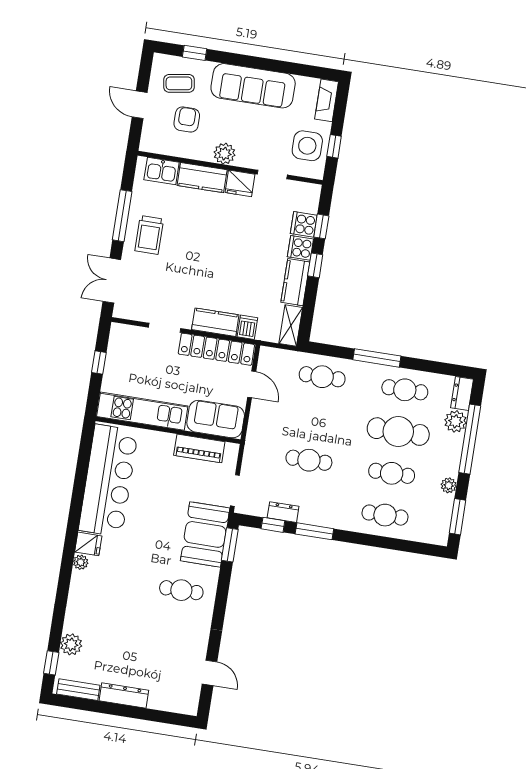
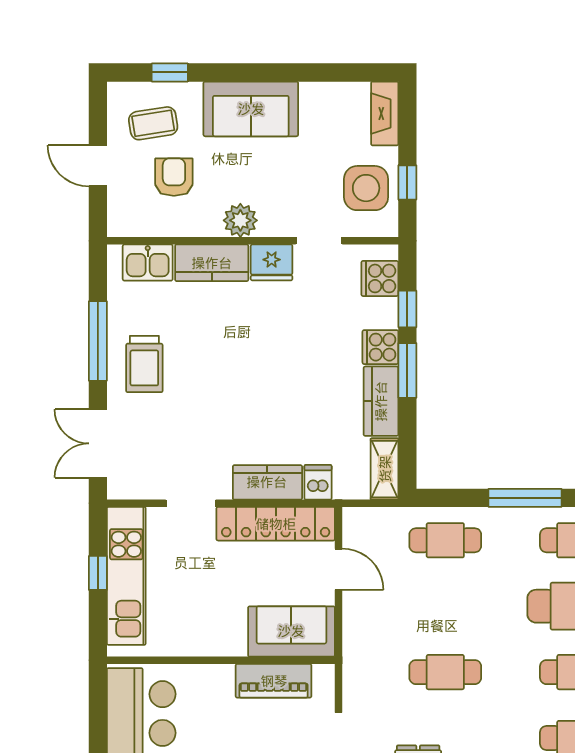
sofa: (253, 86) -> (251, 109), width x0.73
cooker: (304, 224) -> (380, 278), moved
window: (315, 265) -> (407, 370), width x1.50
kitchen unit: (142, 411) -> (126, 576), moved, turned 90

